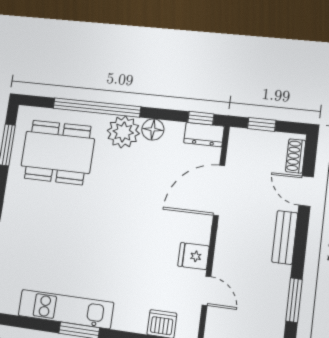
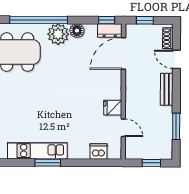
door: (219, 190) -> (124, 53), moved

